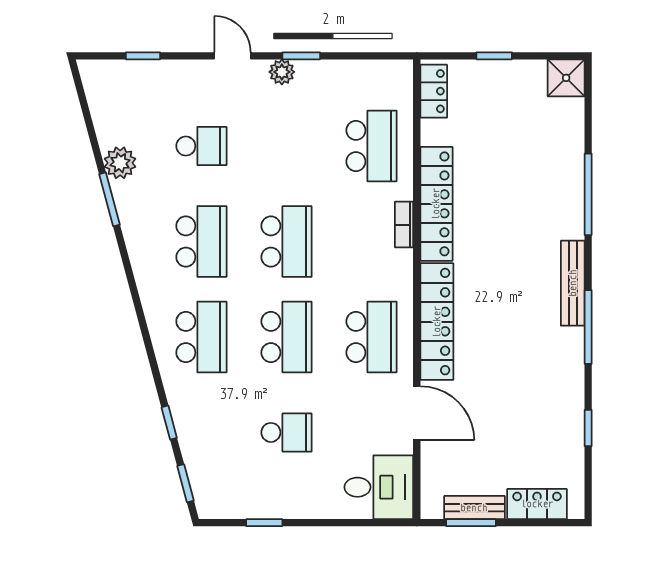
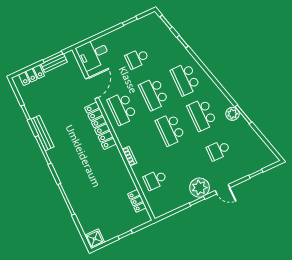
plant: (282, 72) -> (199, 188), width x1.87, depth x1.87
locker: (434, 91) -> (137, 201), moved
school desk: (371, 146) -> (155, 180), width x0.54
plant: (120, 163) -> (232, 114), moved
locker: (436, 204) -> (121, 169), removed
bench: (573, 283) -> (42, 133), moved
door: (417, 413) -> (92, 88), swing flipped

